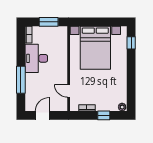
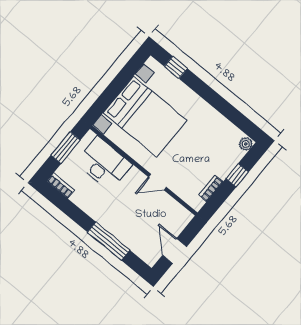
desk: (36, 58) -> (104, 163), moved, turned 180
door: (69, 91) -> (157, 182), moved

